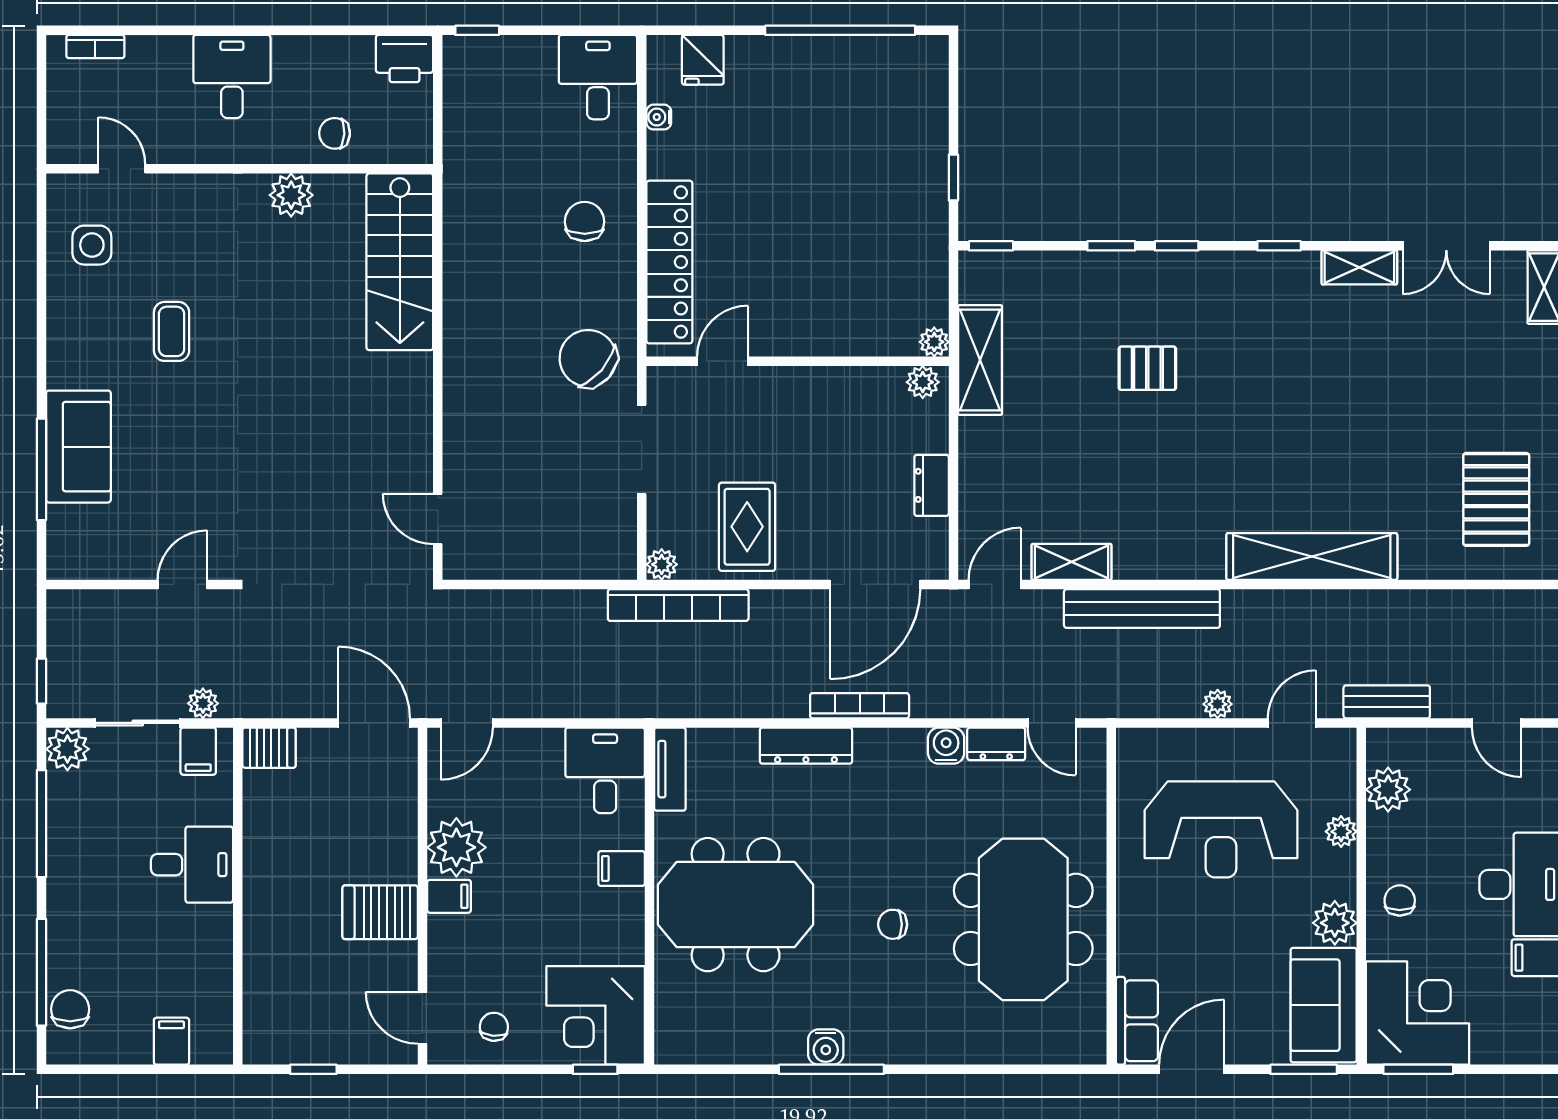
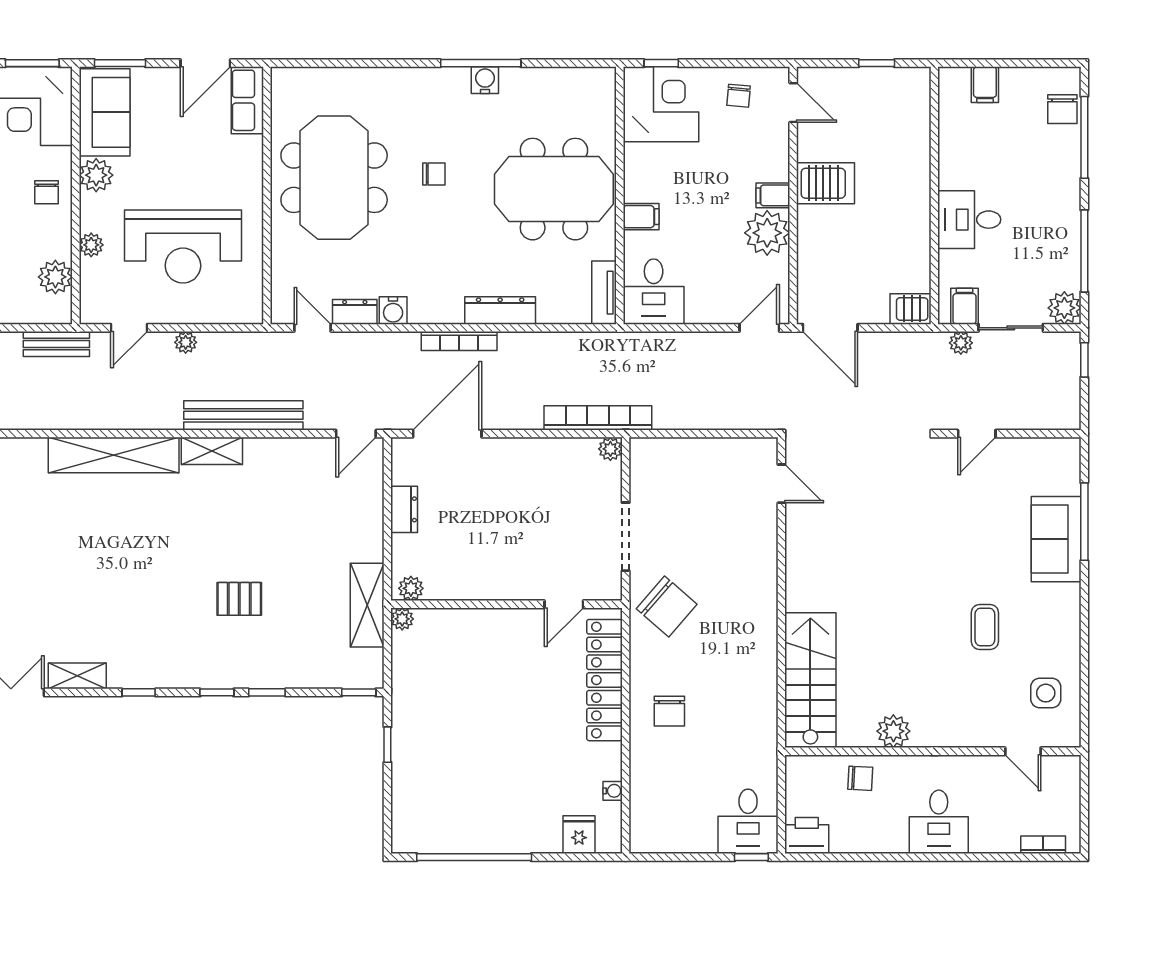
desk: (598, 77) -> (748, 821), moved
rug: (747, 527) -> (545, 478), removed
shelving: (1072, 562) -> (212, 451), moved
reception desk: (1221, 829) -> (183, 246), turned 180

